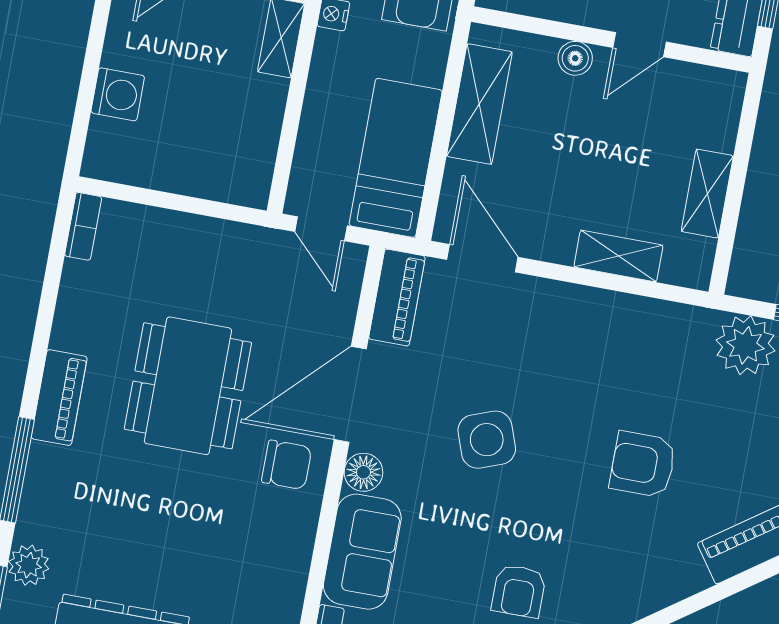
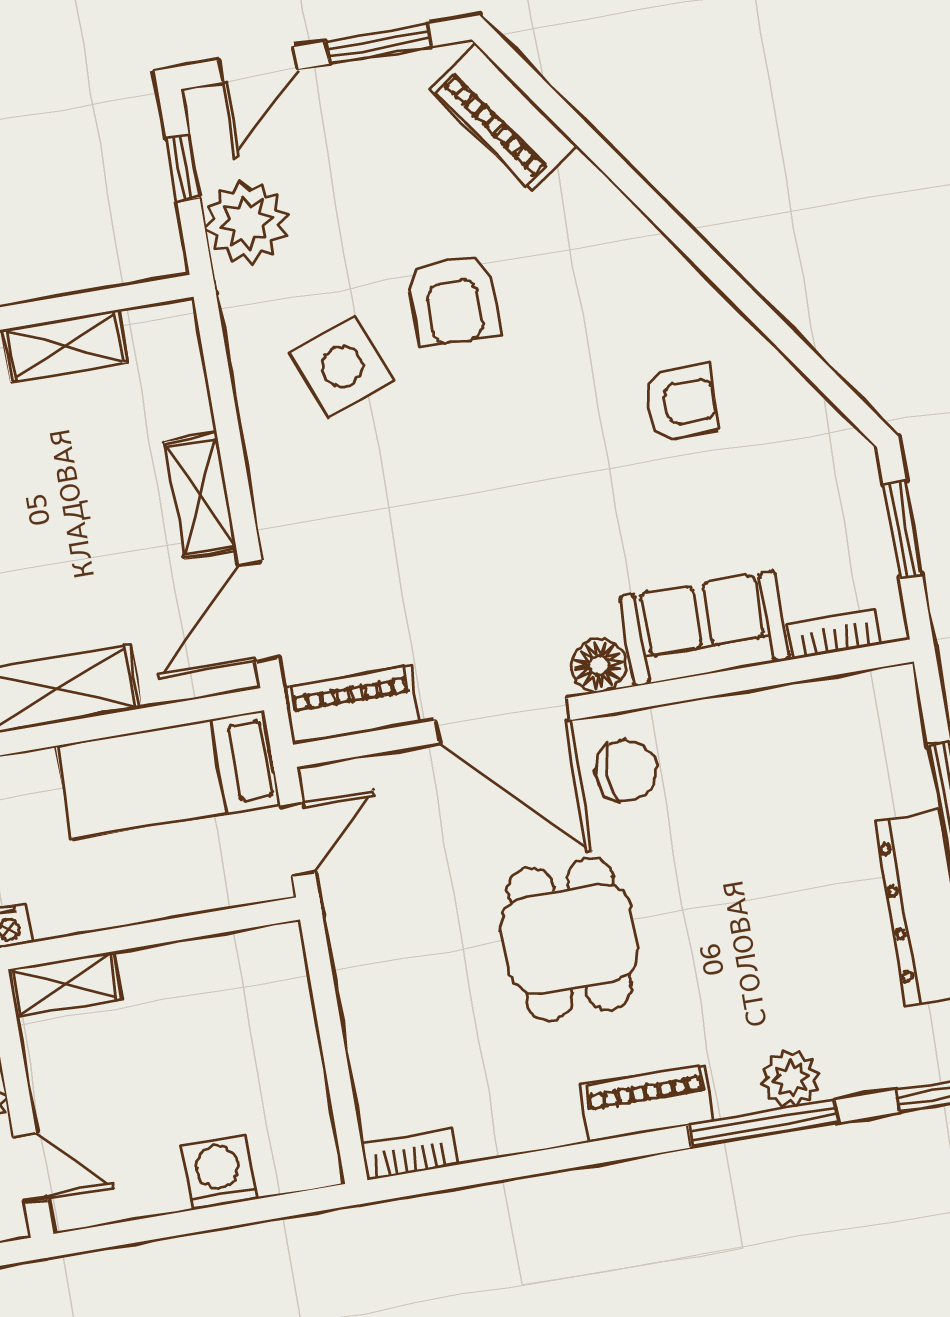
shelving: (618, 256) -> (201, 496), moved
dining table: (188, 386) -> (569, 939), width x0.73
side table: (487, 440) -> (342, 366), moved
chair: (287, 465) -> (626, 770), turned 90
plant: (29, 565) -> (791, 1078), moved

